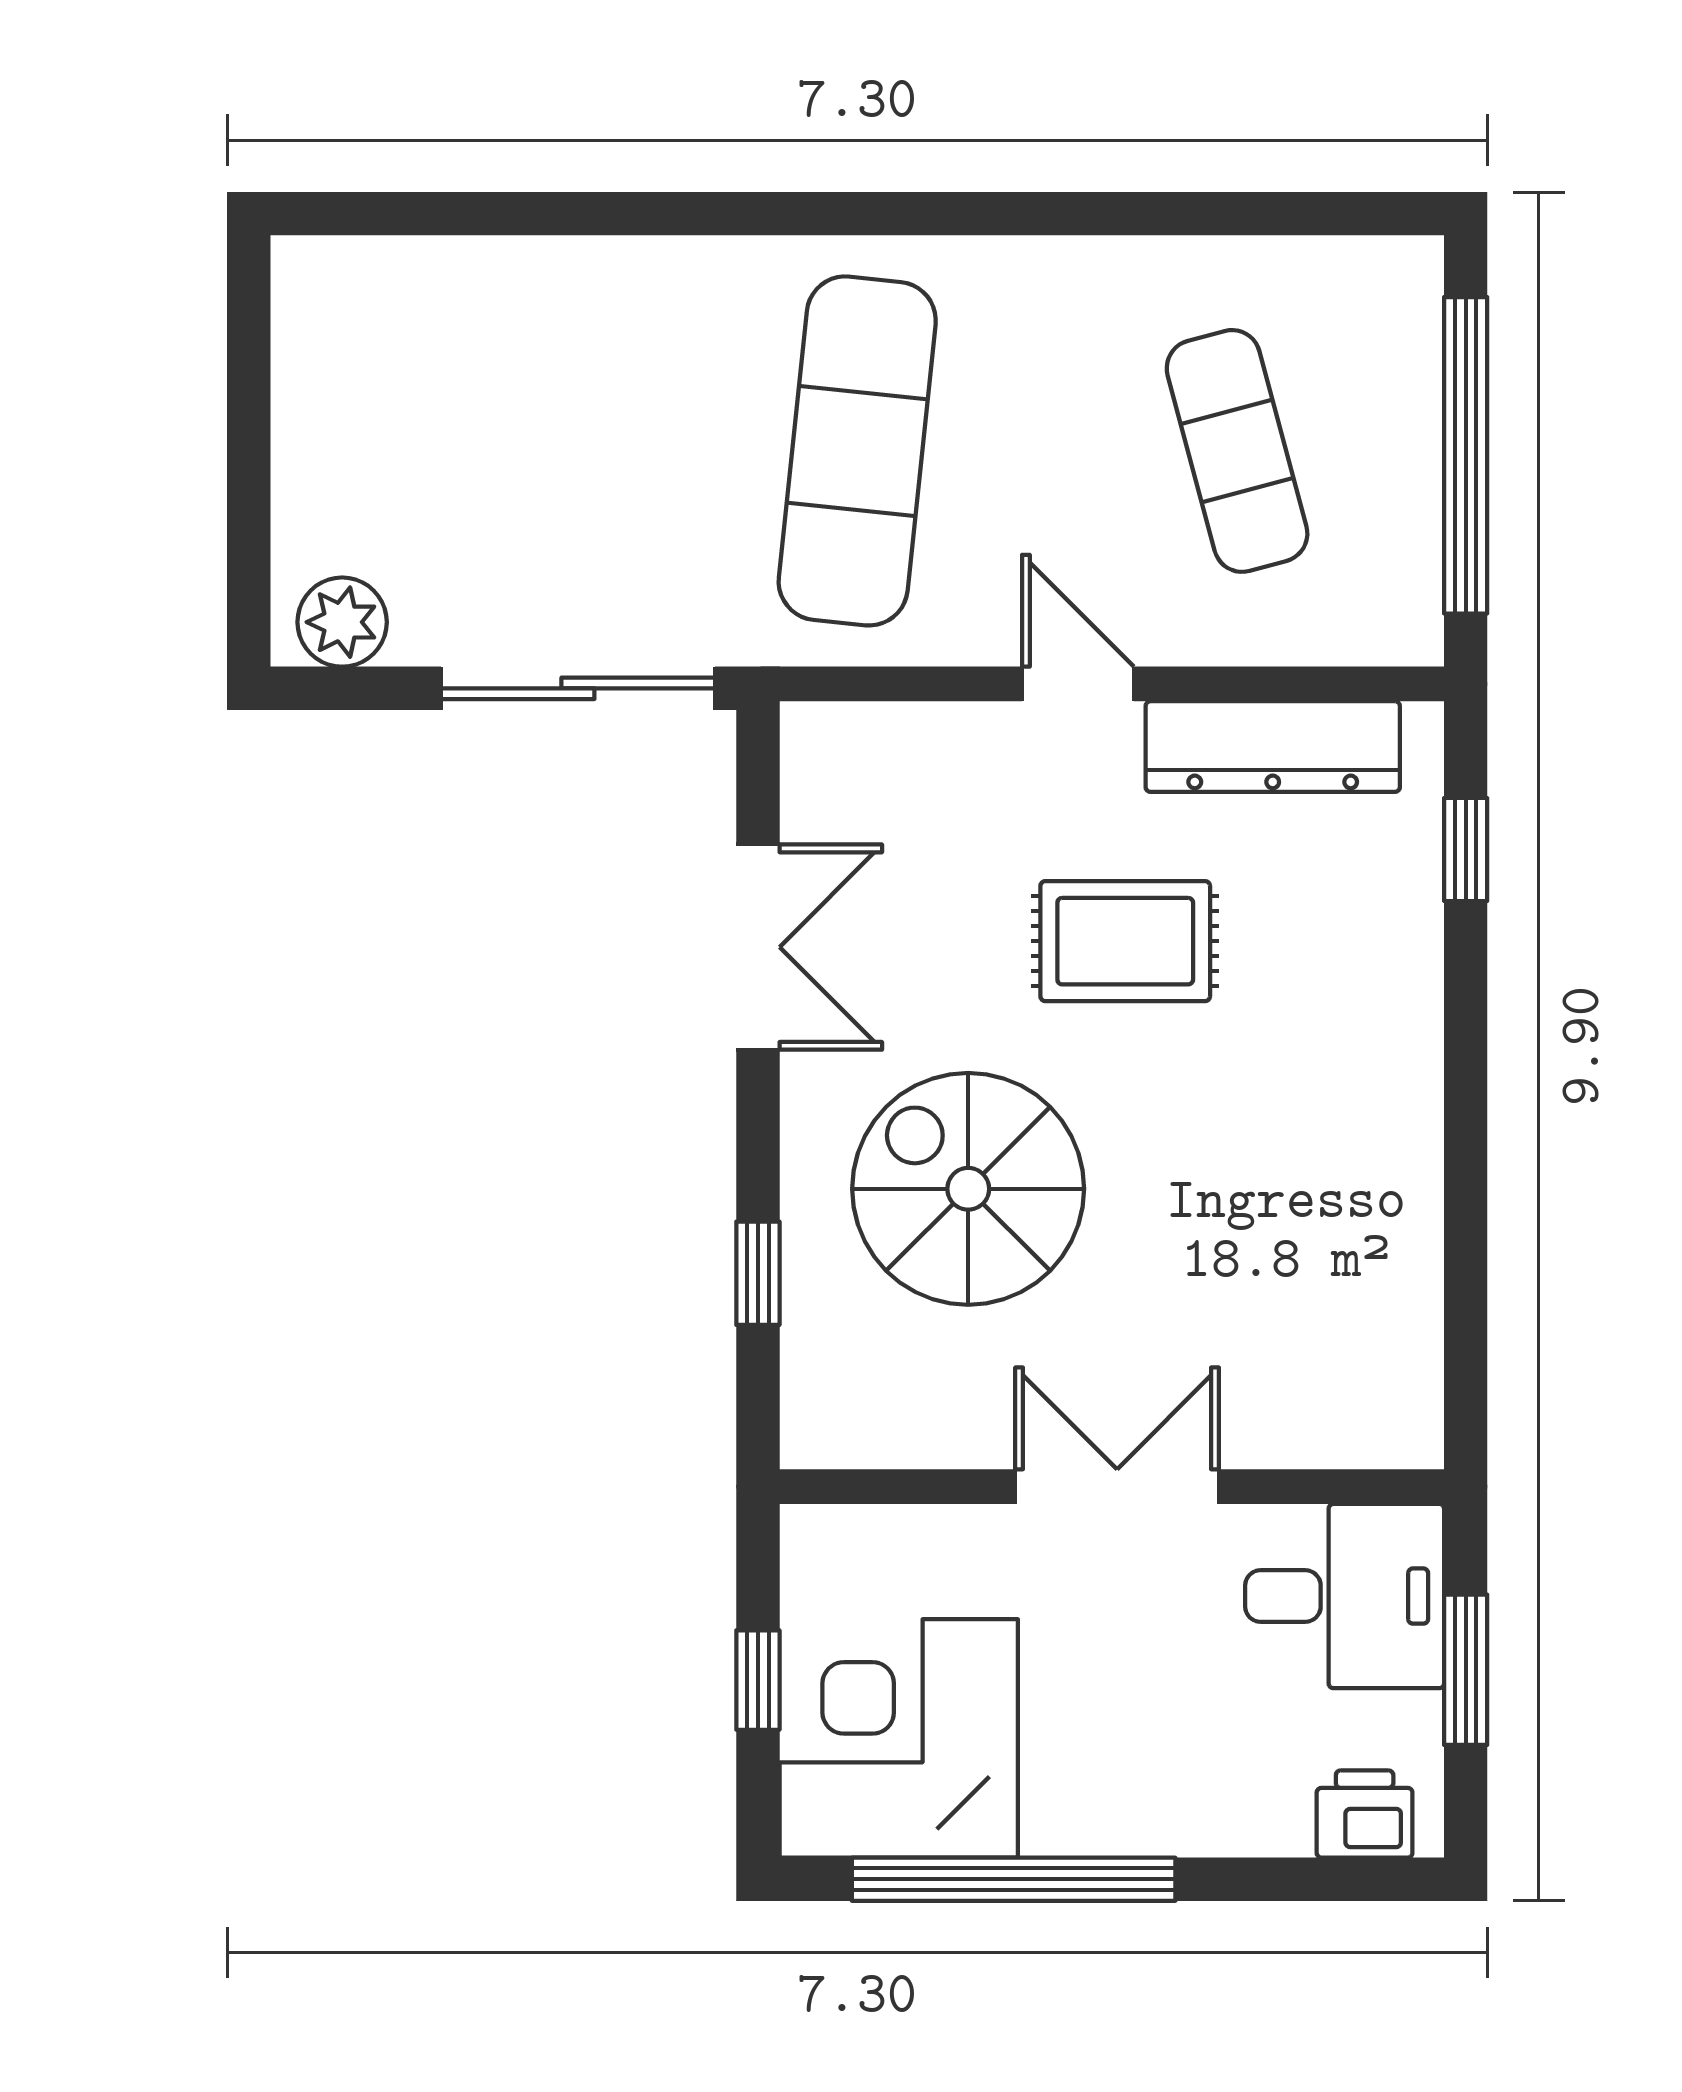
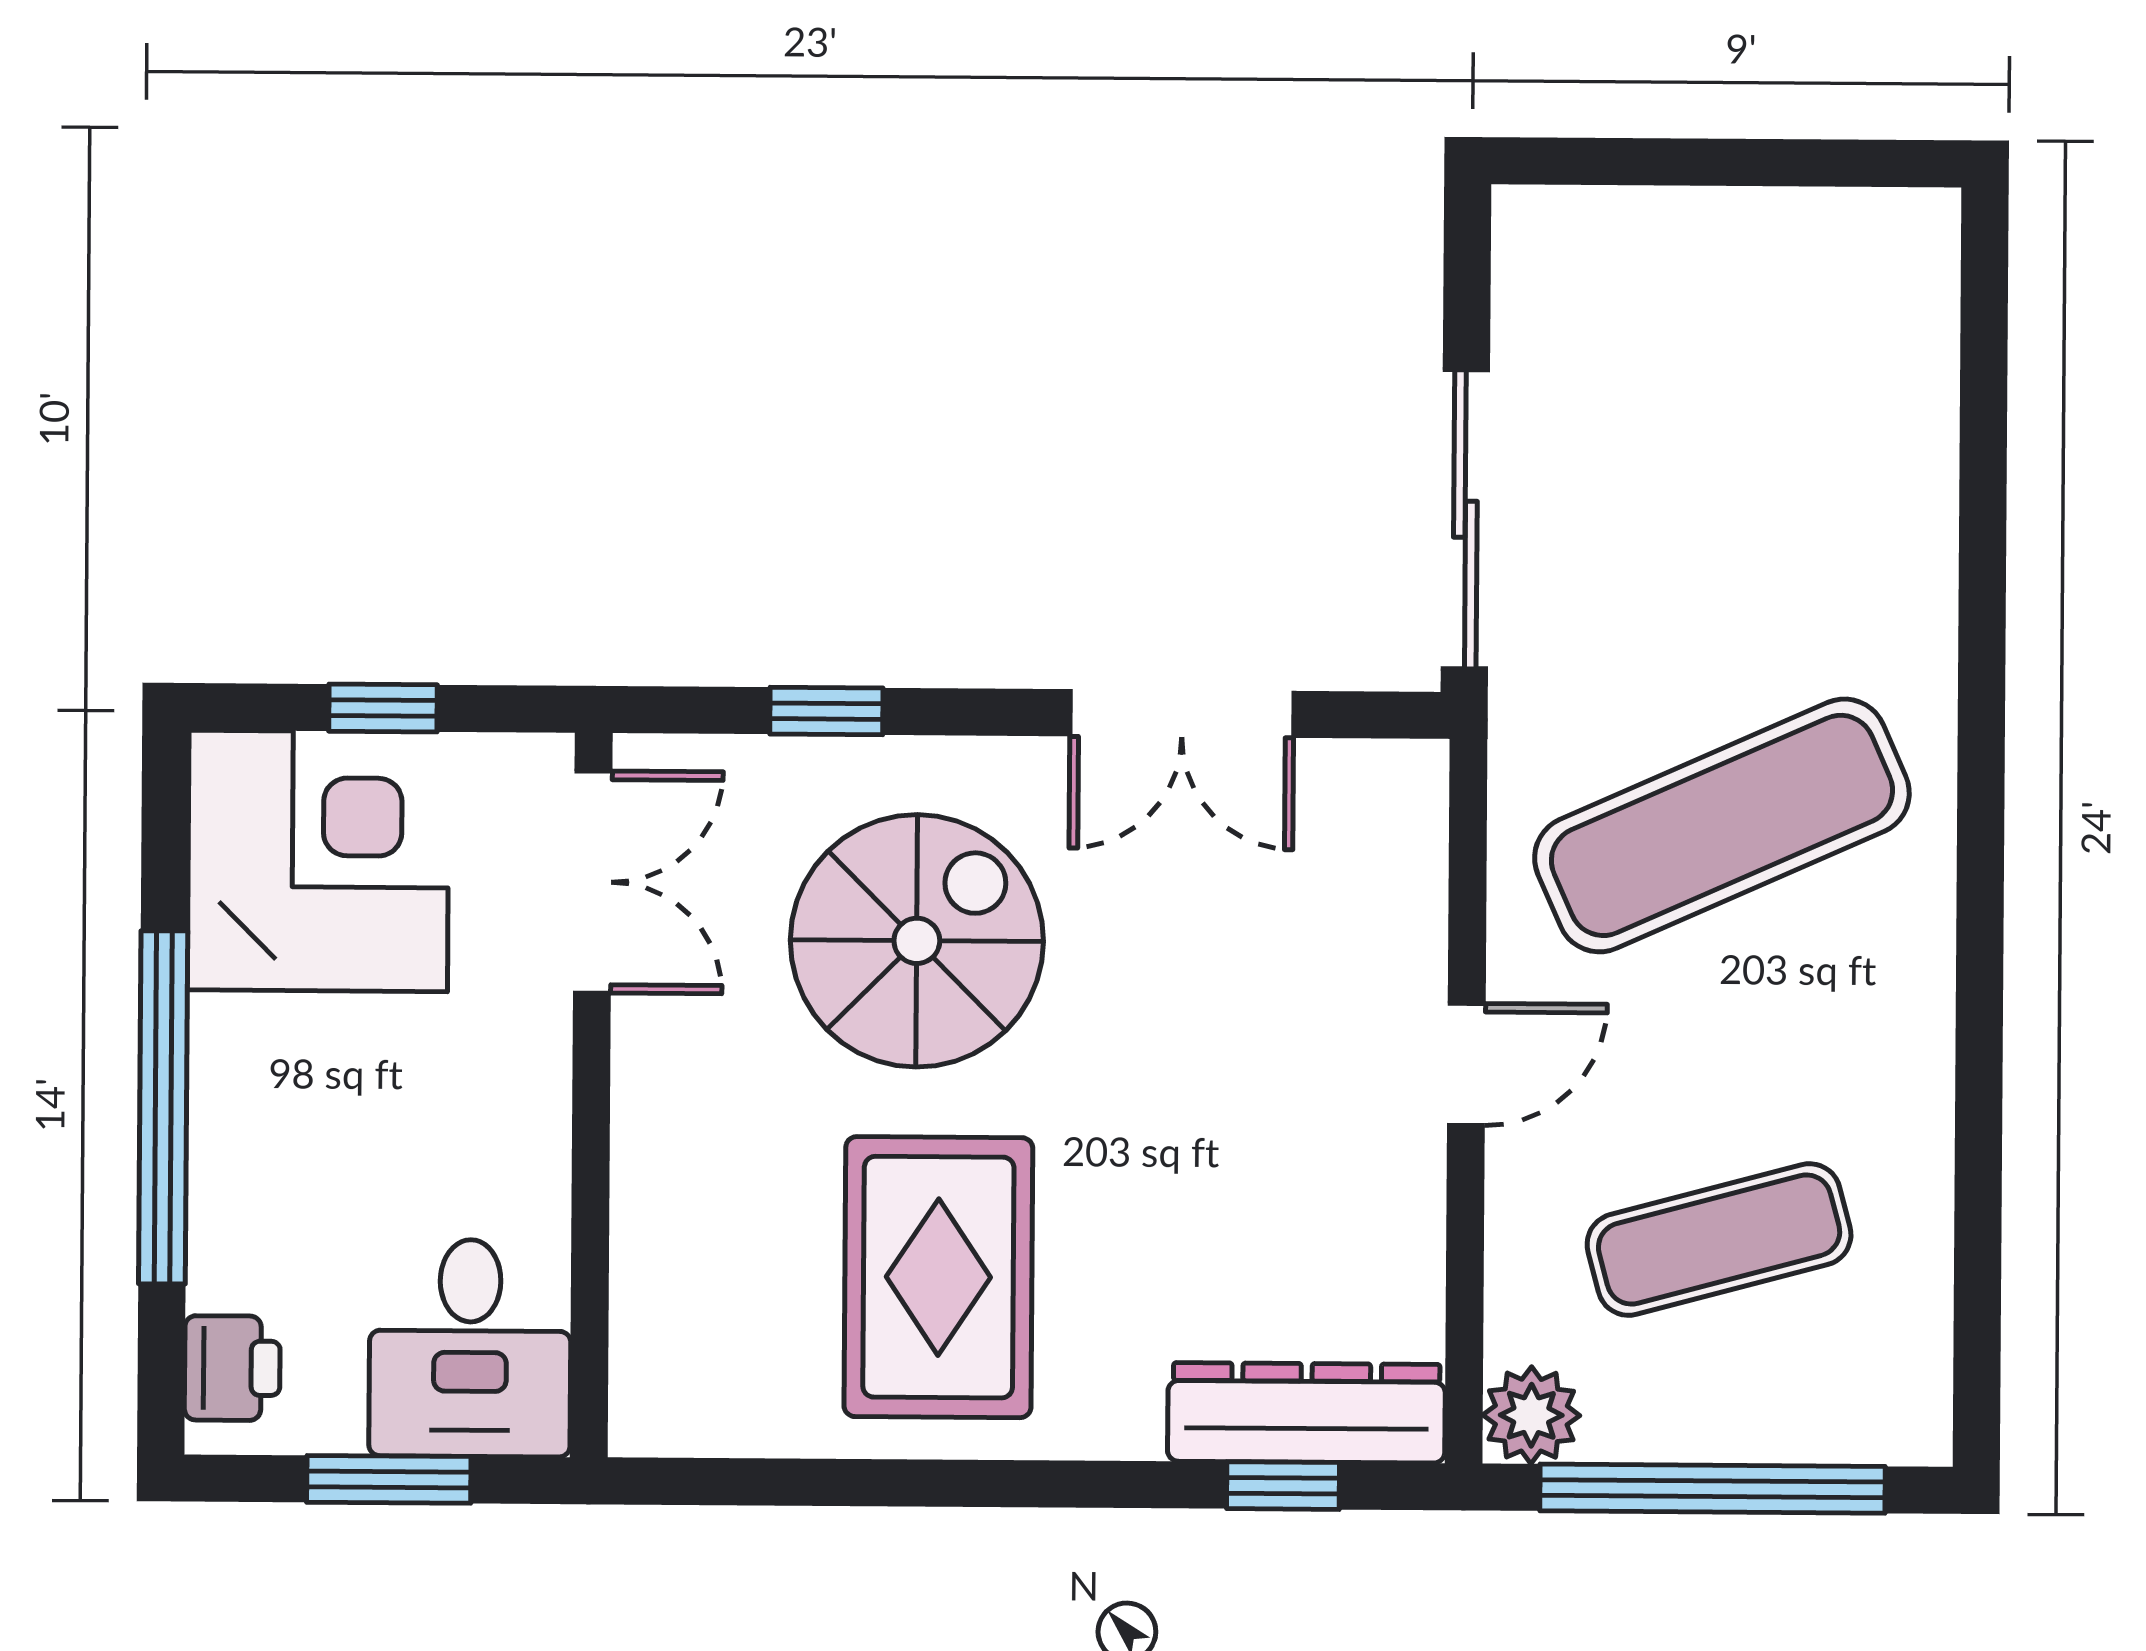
exercise mat: (857, 451) -> (1722, 825), turned -30
plant: (342, 622) -> (1531, 1415), moved
dresser: (1273, 747) -> (1306, 1413), moved, turned 90
rug: (1125, 941) -> (938, 1277), moved, width x1.36, depth x1.43
double door: (1117, 1487) -> (593, 882), moved
window: (1014, 1879) -> (163, 1107), moved

